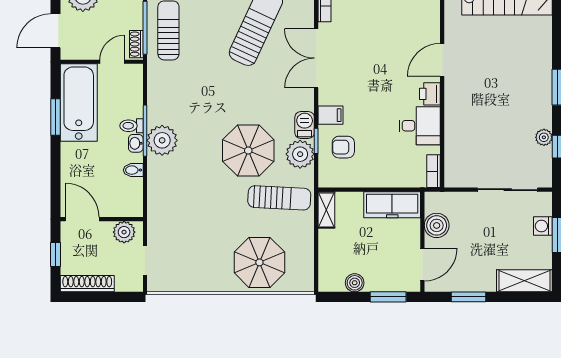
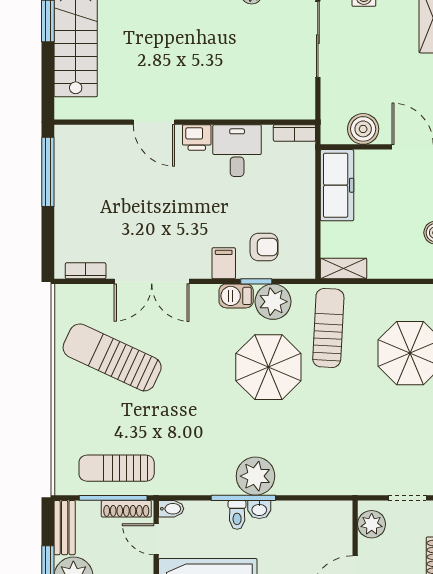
shoe rack: (136, 44) -> (126, 509), width x1.43
armchair: (343, 147) -> (264, 247), turned -90
bidet: (133, 170) -> (171, 509), moved, turned -90

